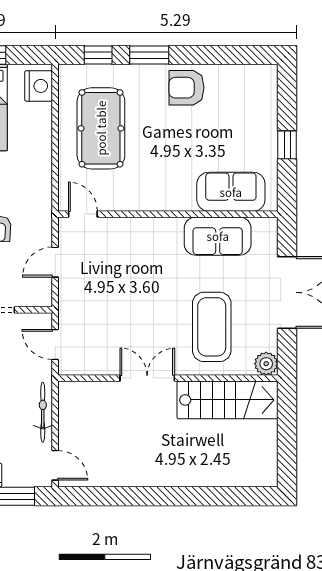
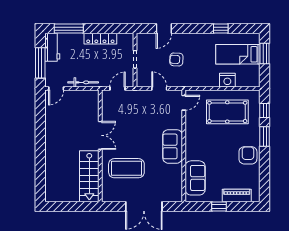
nightstand: (39, 86) -> (227, 80), moved
piano: (265, 110) -> (237, 195), added
sofa: (218, 236) -> (173, 146), moved
plant: (266, 364) -> (108, 196), removed

